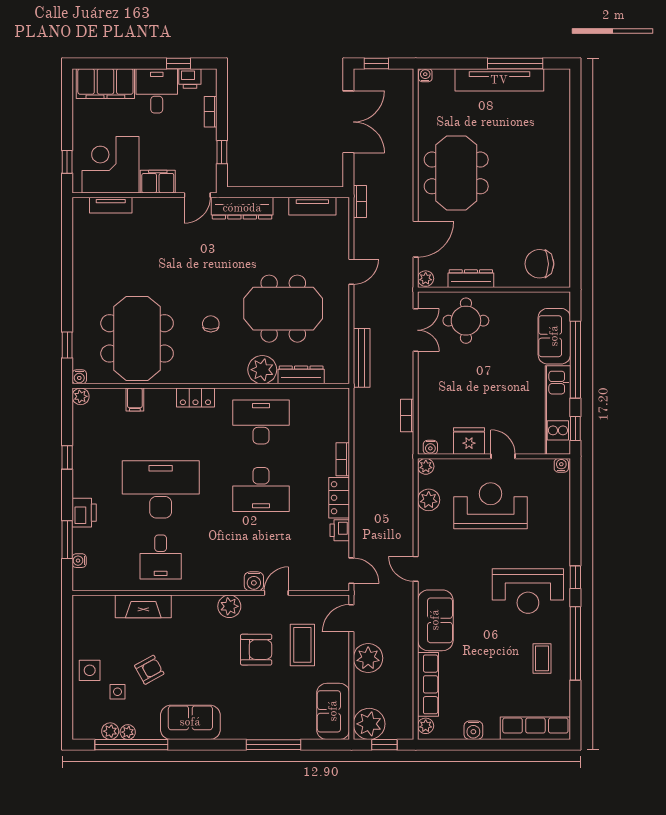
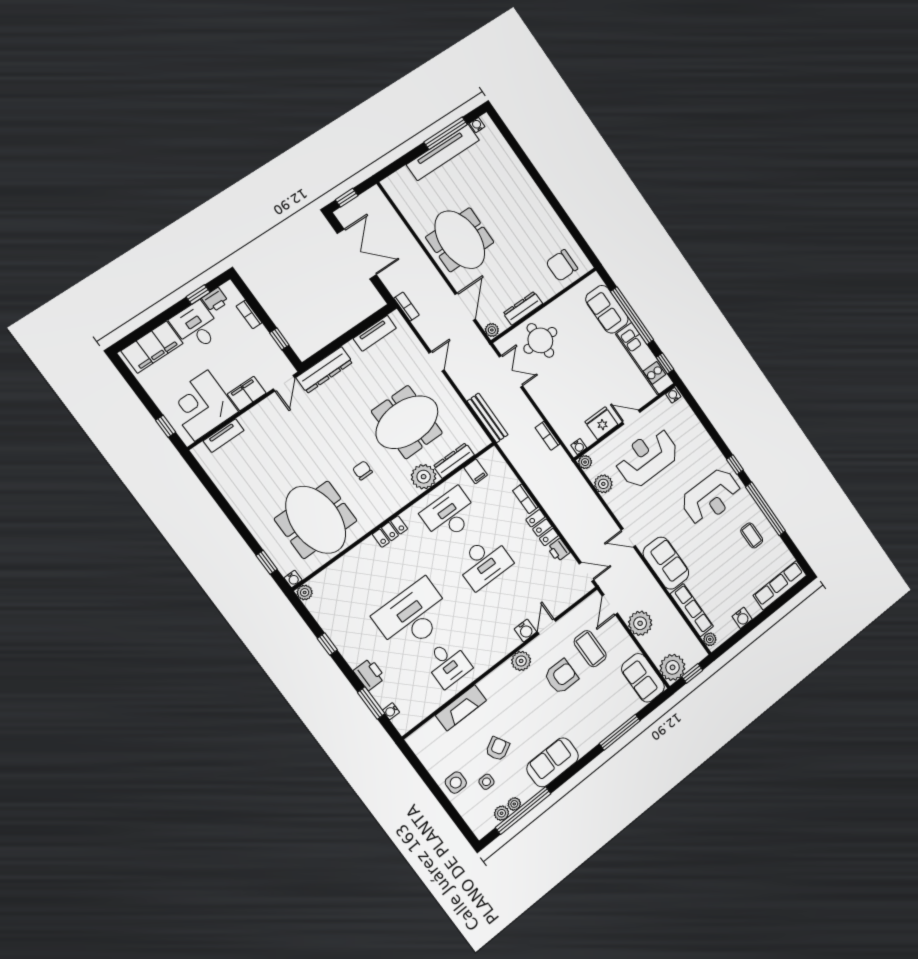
water cooler: (425, 75) -> (477, 125), moved
filing cabinet: (135, 400) -> (476, 471), moved

